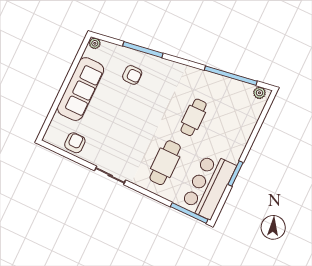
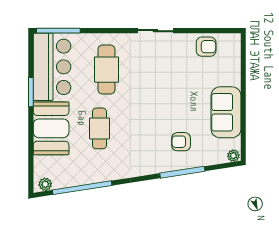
sofa: (81, 89) -> (226, 112), width x0.73
booth: (233, 136) -> (51, 128), added
armchair: (75, 143) -> (206, 47), turned -90

